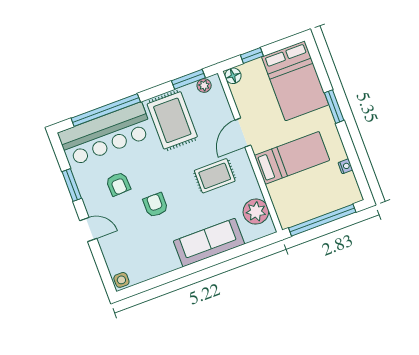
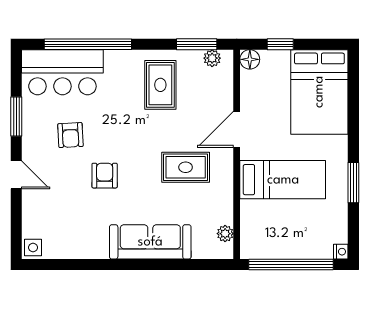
window: (334, 107) -> (353, 183), moved
rug: (172, 120) -> (160, 85), width x0.73, depth x0.70
bar counter: (106, 134) -> (62, 72), width x0.73
nightstand: (345, 166) -> (341, 252), moved
plant: (256, 212) -> (225, 234), width x0.53, depth x0.53

